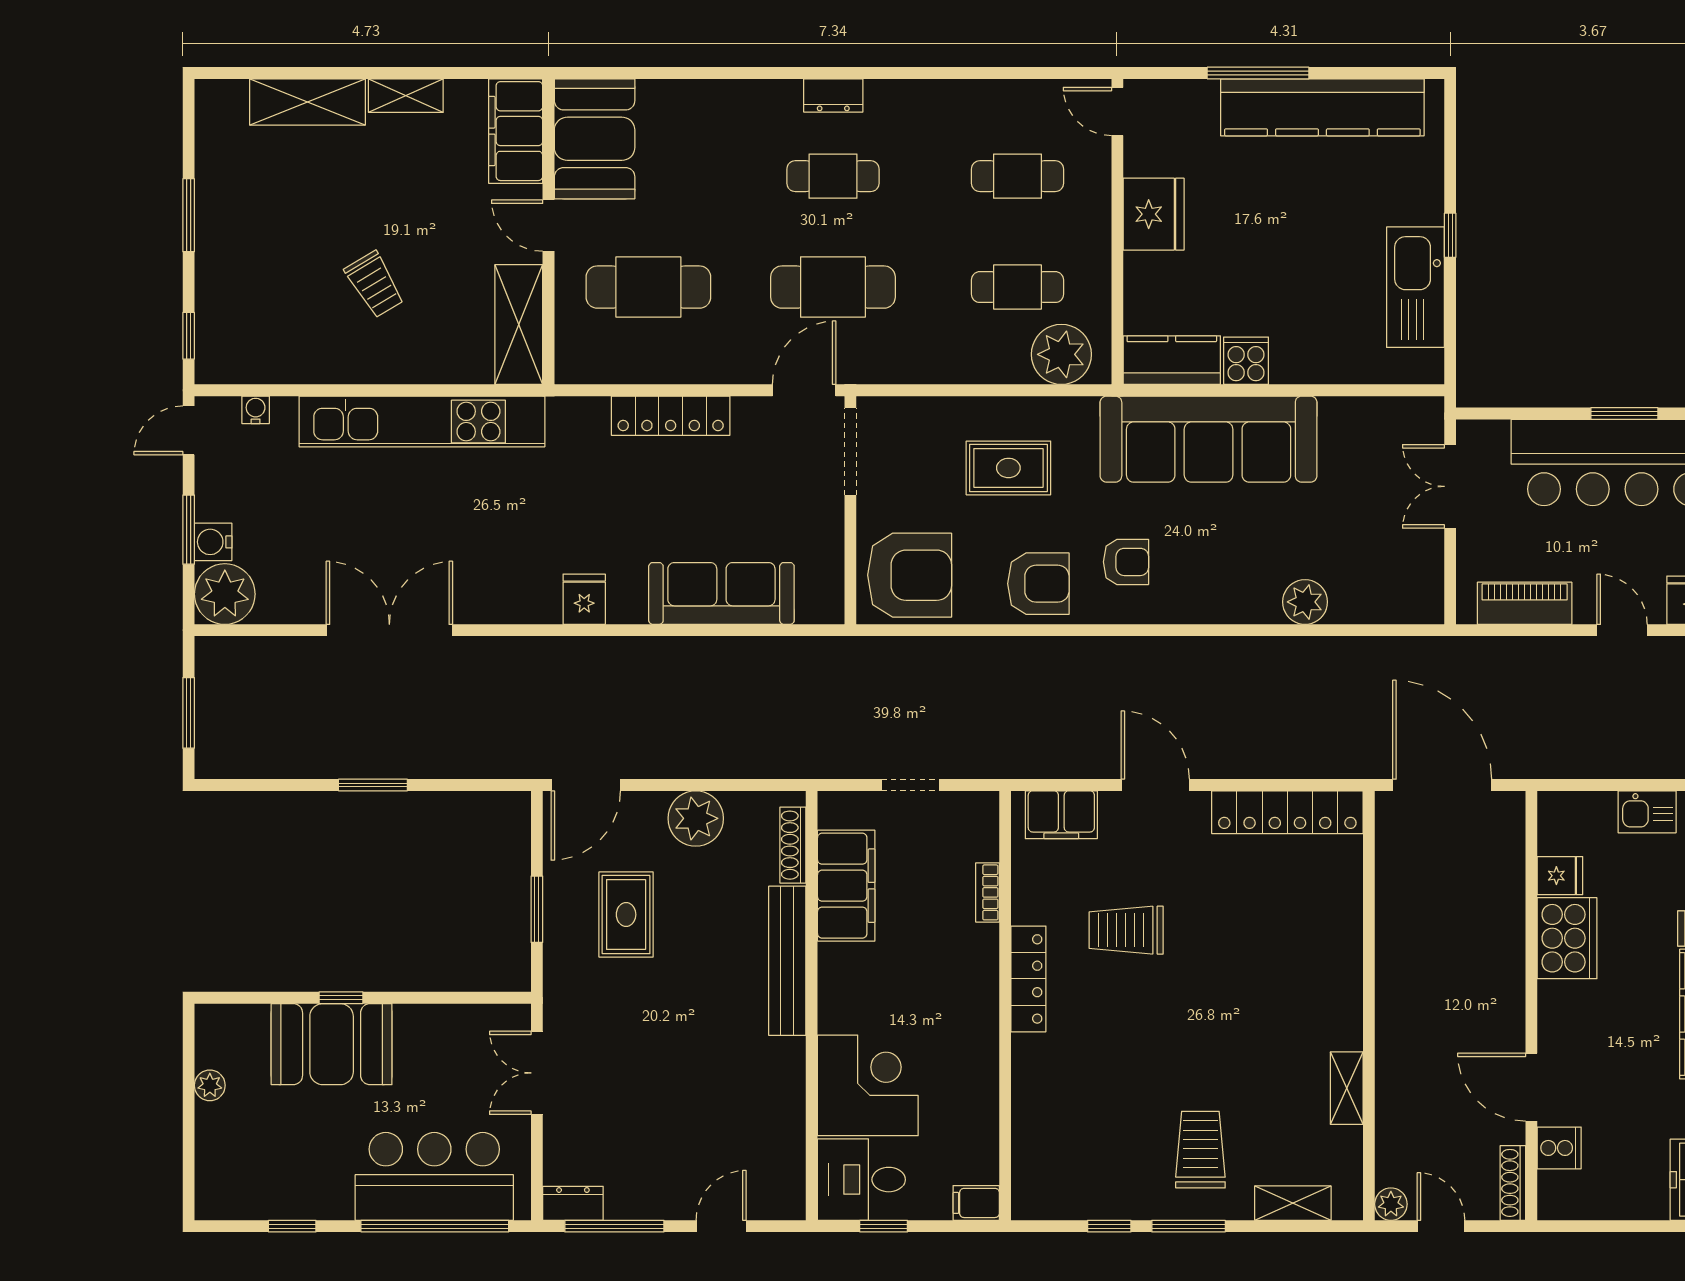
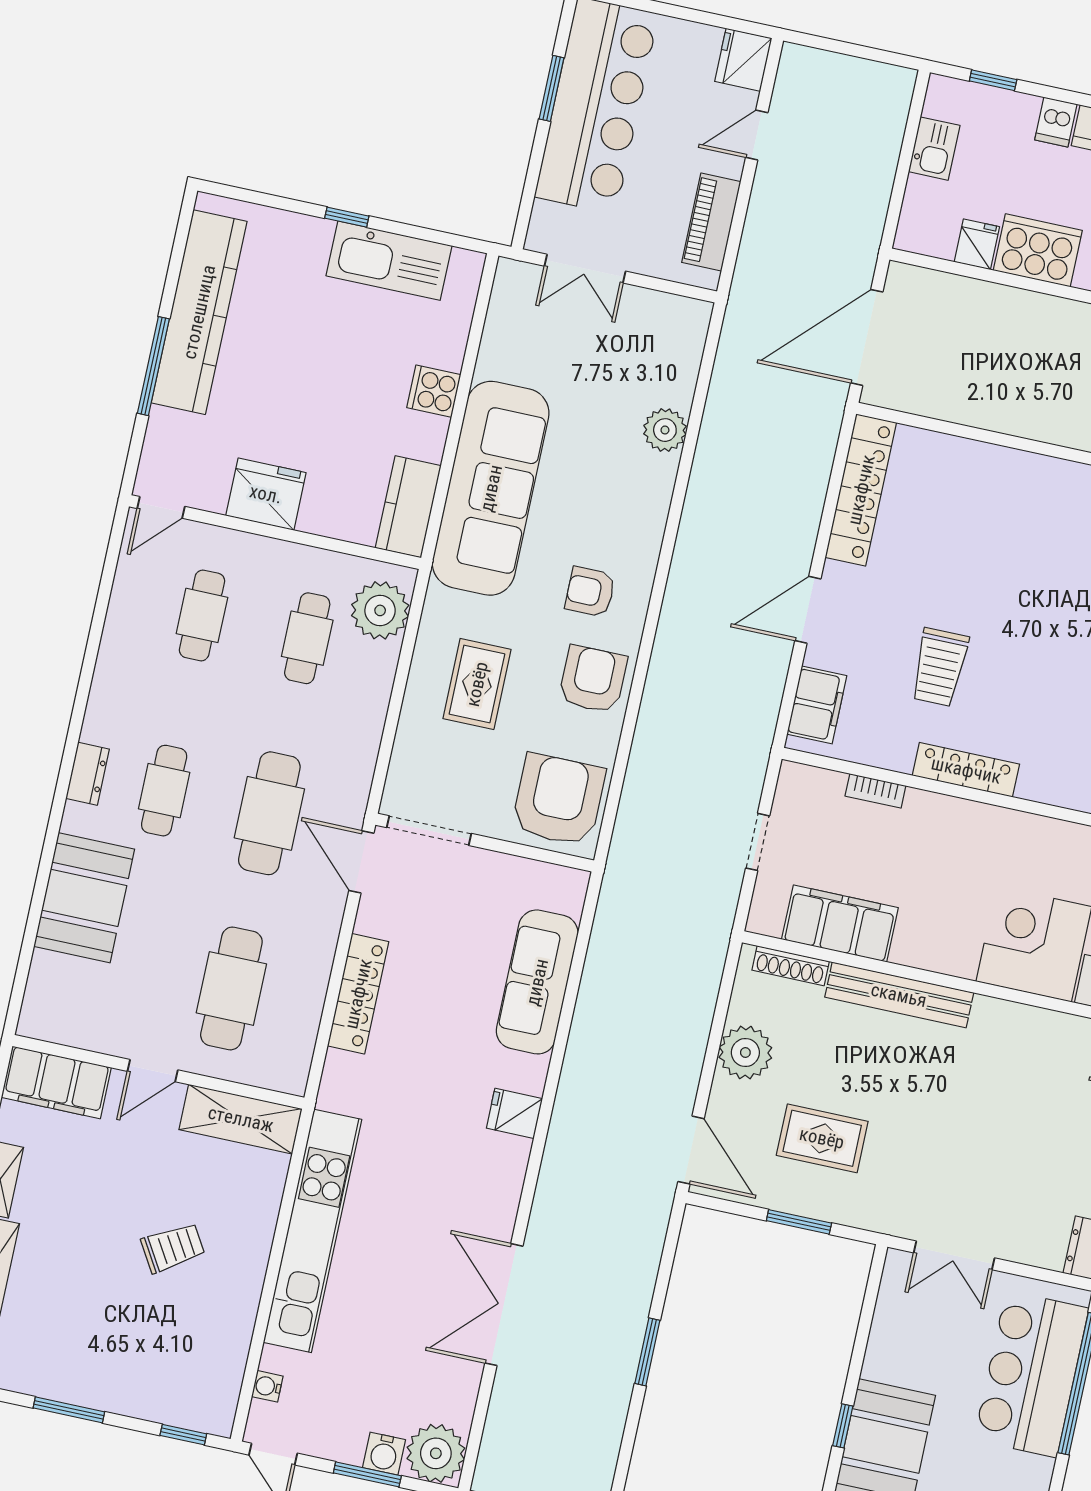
booth: (595, 139) -> (84, 898), moved, turned 90
cooker: (1246, 361) -> (434, 391), moved
armchair: (1126, 562) -> (590, 592), turned -90

